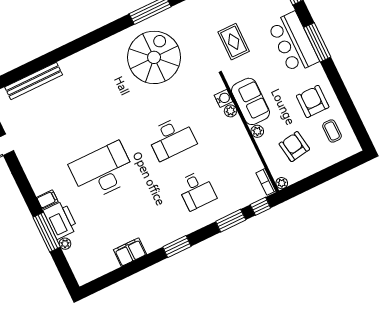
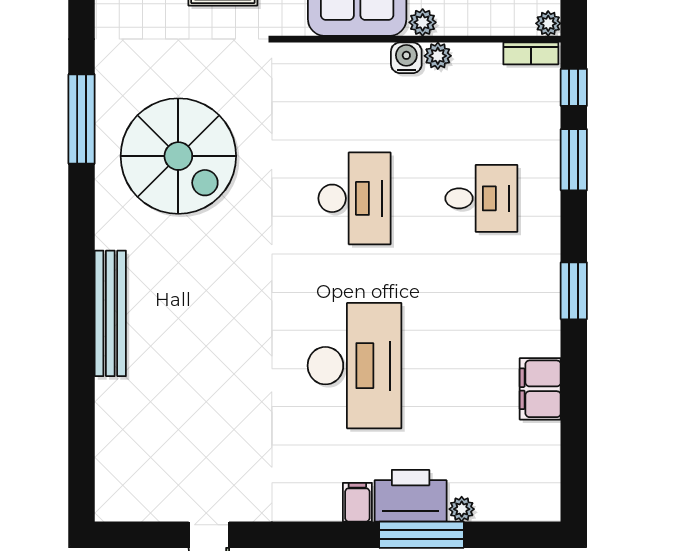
spiral stairs: (154, 57) -> (178, 156), turned 180
bench: (34, 81) -> (110, 313), moved
water cooler: (223, 98) -> (406, 58), moved
plant: (231, 111) -> (438, 56), moved
desk: (103, 171) -> (354, 366), turned 180

